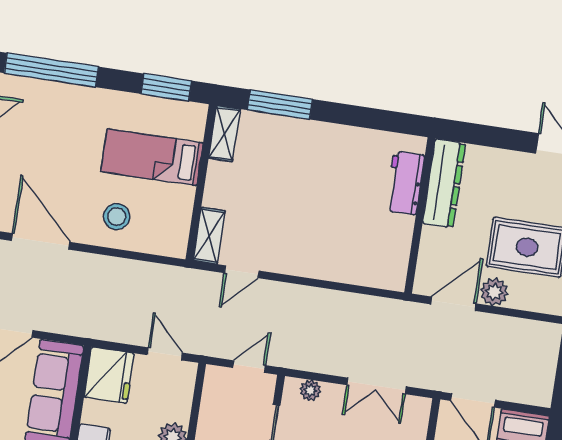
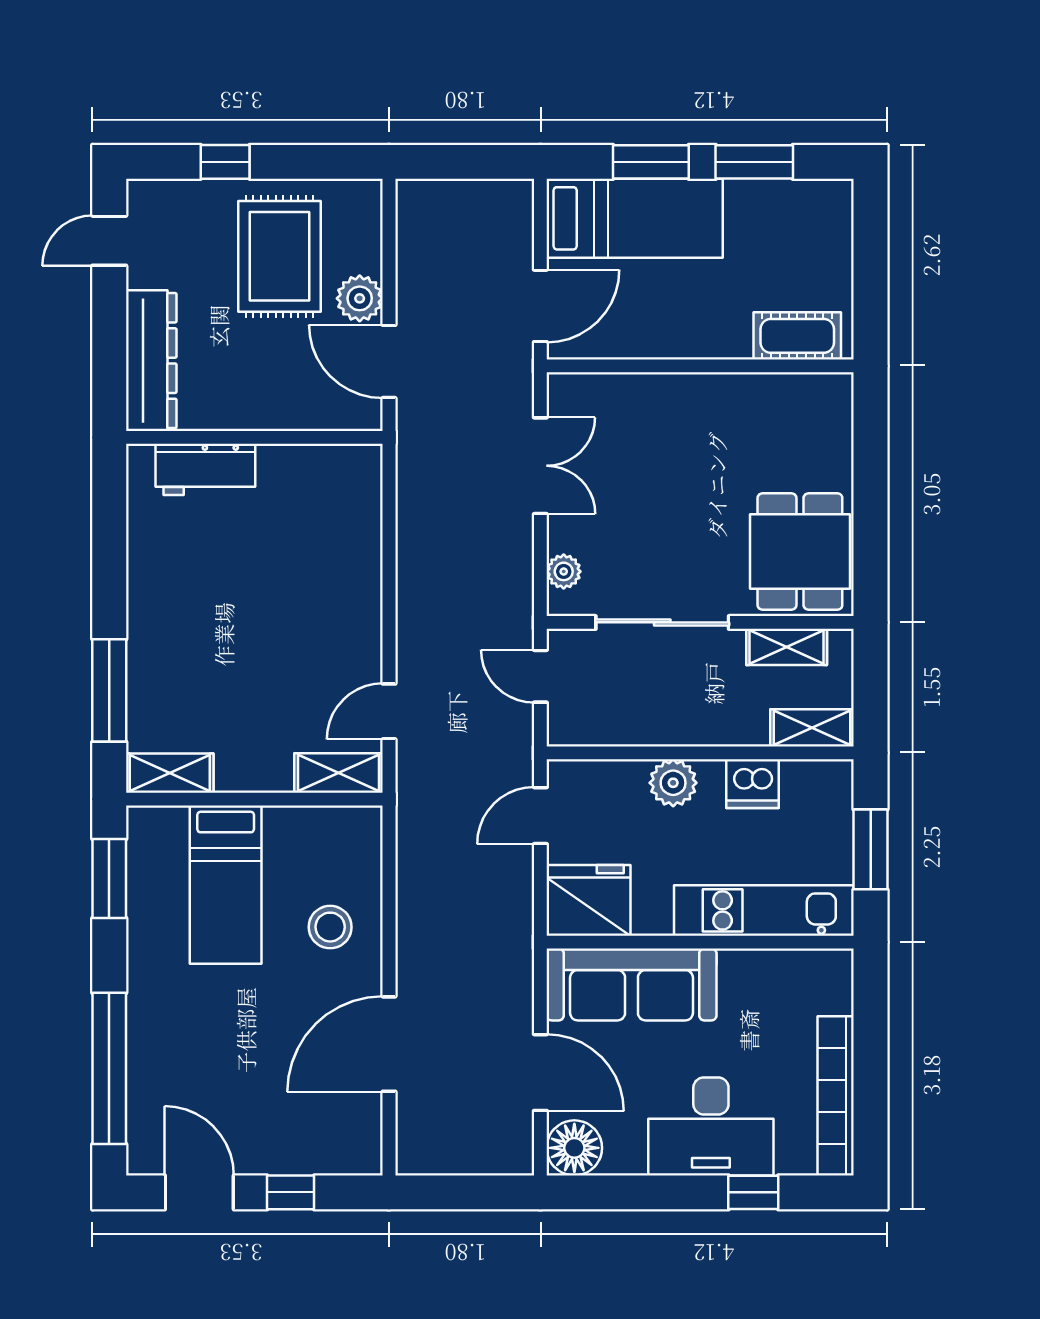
dresser: (444, 183) -> (151, 361), moved, turned 90
door: (242, 272) -> (389, 711), swing flipped

